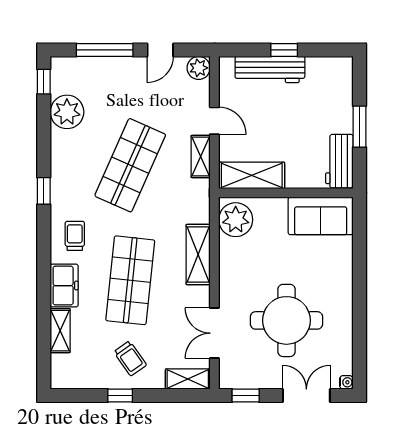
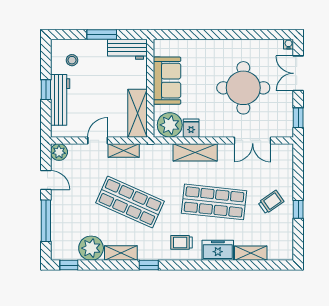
stool: (324, 86) -> (72, 60), added
sofa: (321, 216) -> (167, 81), moved
fridge: (231, 249) -> (191, 128), added
shelving: (188, 379) -> (121, 253), moved, turned 90

